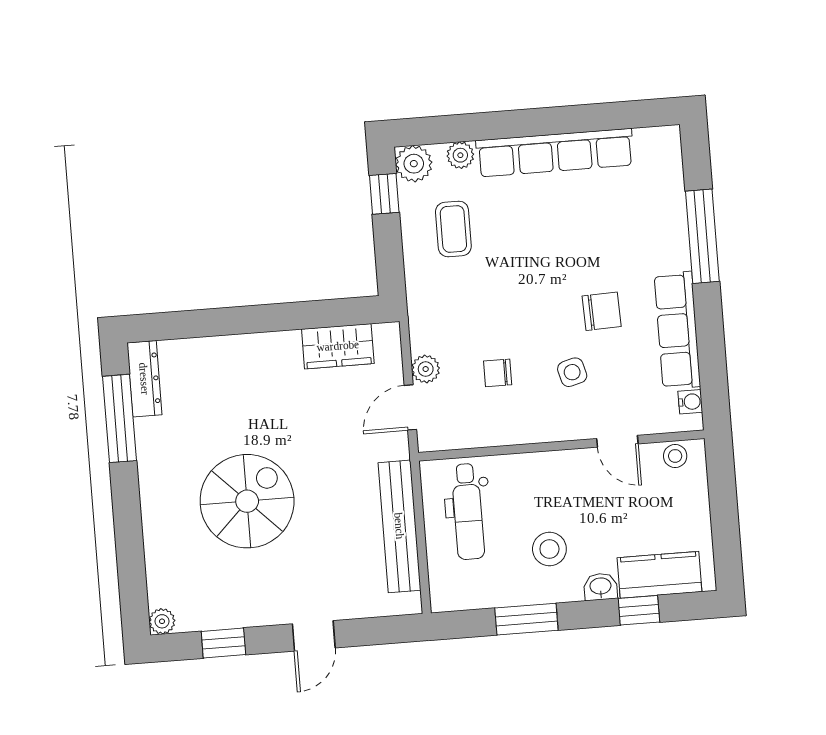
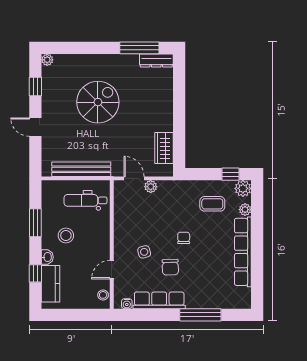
chair: (498, 373) -> (184, 238), moved
spiral stairs: (247, 501) -> (98, 102), turned -90

